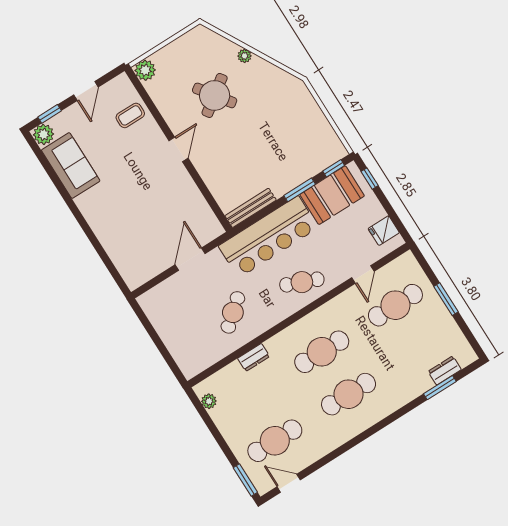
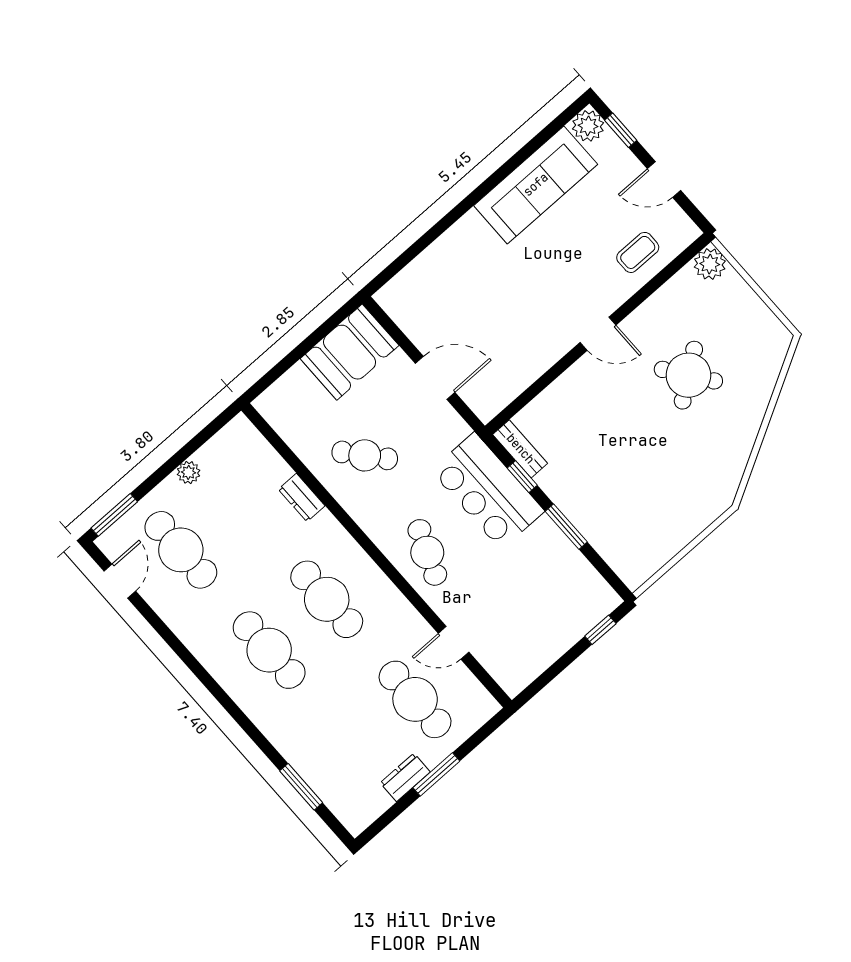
plant: (244, 56) -> (755, 411), removed
coffee table: (130, 115) -> (638, 252), turned 90
sofa: (71, 165) -> (536, 185), width x1.36
window: (334, 168) -> (522, 477), moved
booth: (332, 195) -> (350, 352), moved, turned 90
bench: (251, 208) -> (520, 449), width x0.73
fridge: (384, 231) -> (525, 664), removed
bar counter: (268, 237) -> (488, 491), width x0.73
dresser: (445, 370) -> (405, 777), moved, turned -90
plant: (209, 401) -> (189, 472), moved

